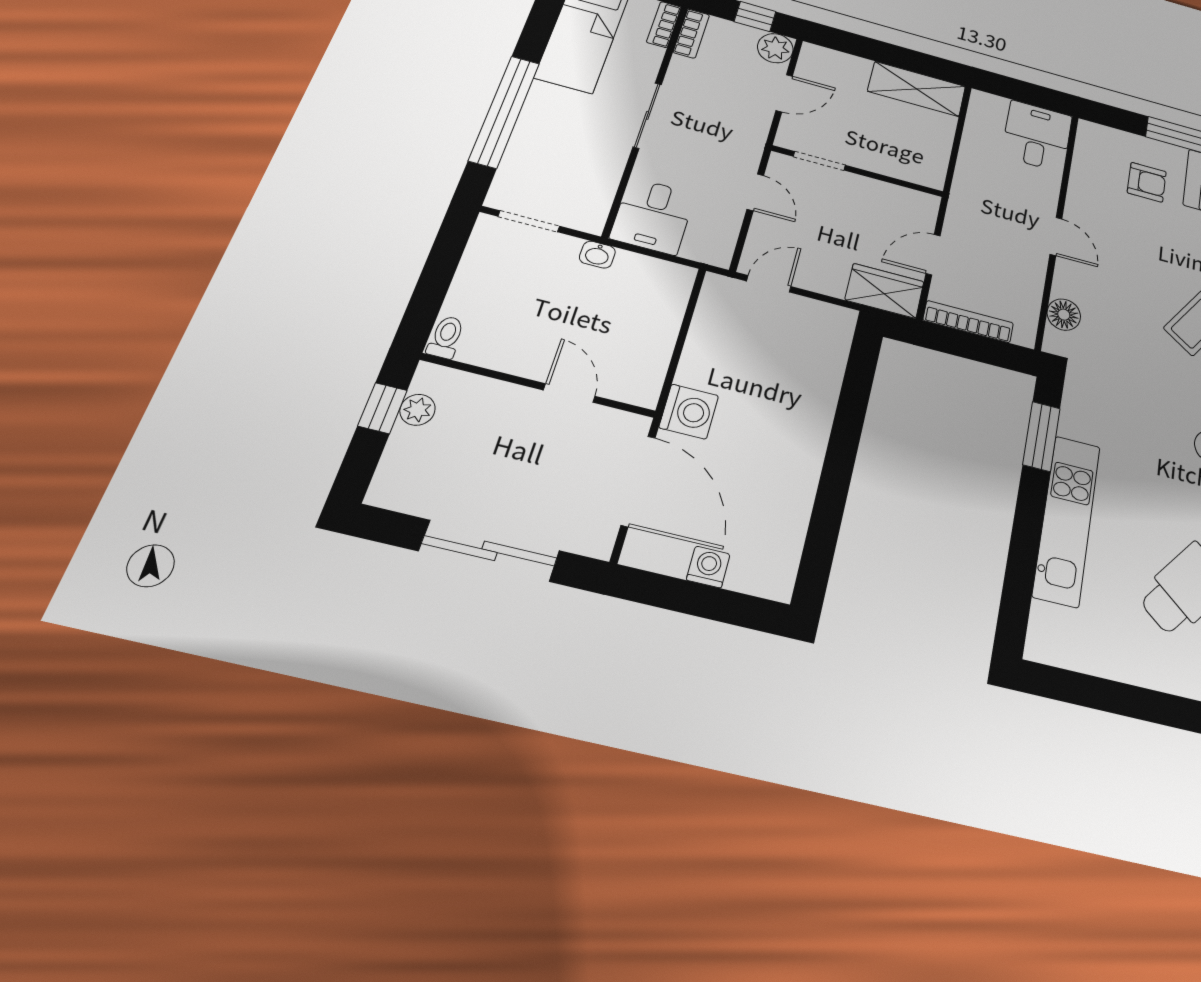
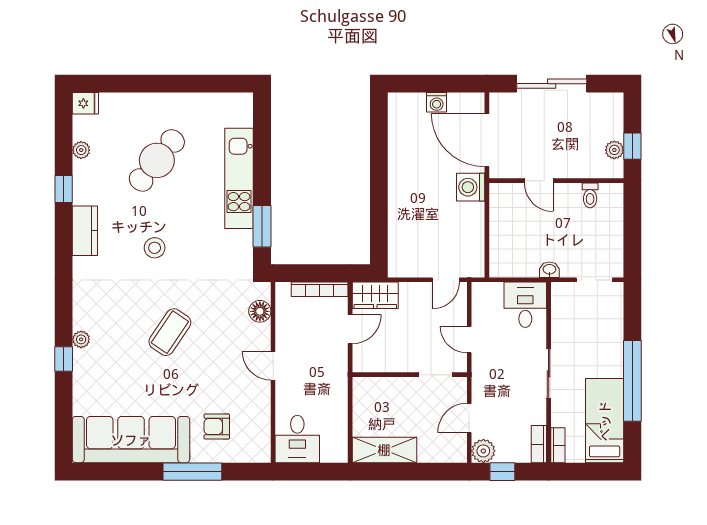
window: (504, 111) -> (632, 381), moved
toilet: (446, 337) -> (590, 195), moved

